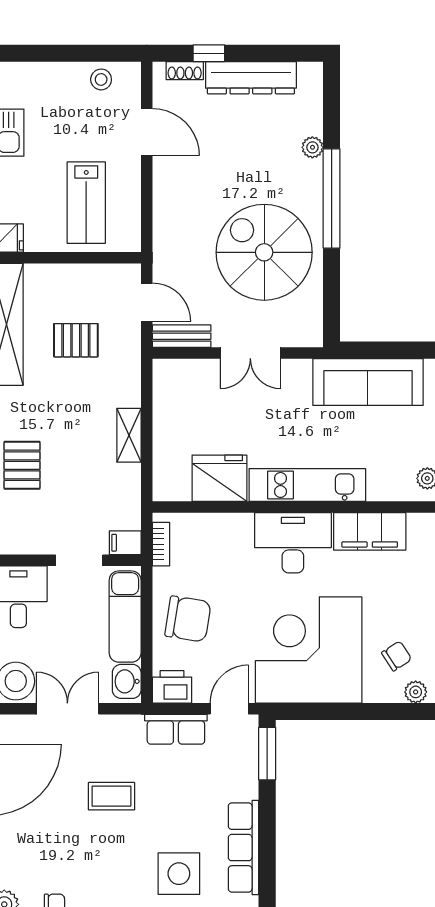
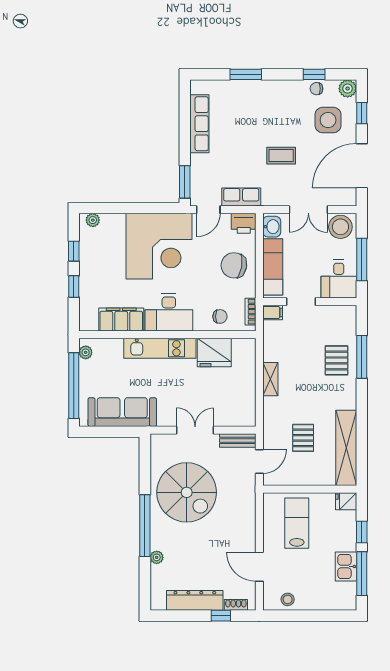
door: (147, 302) -> (259, 461), swing flipped
pallet: (76, 340) -> (303, 438), turned 90
chair: (397, 656) -> (220, 316), moved, turned -147
side table: (179, 874) -> (328, 120), moved

